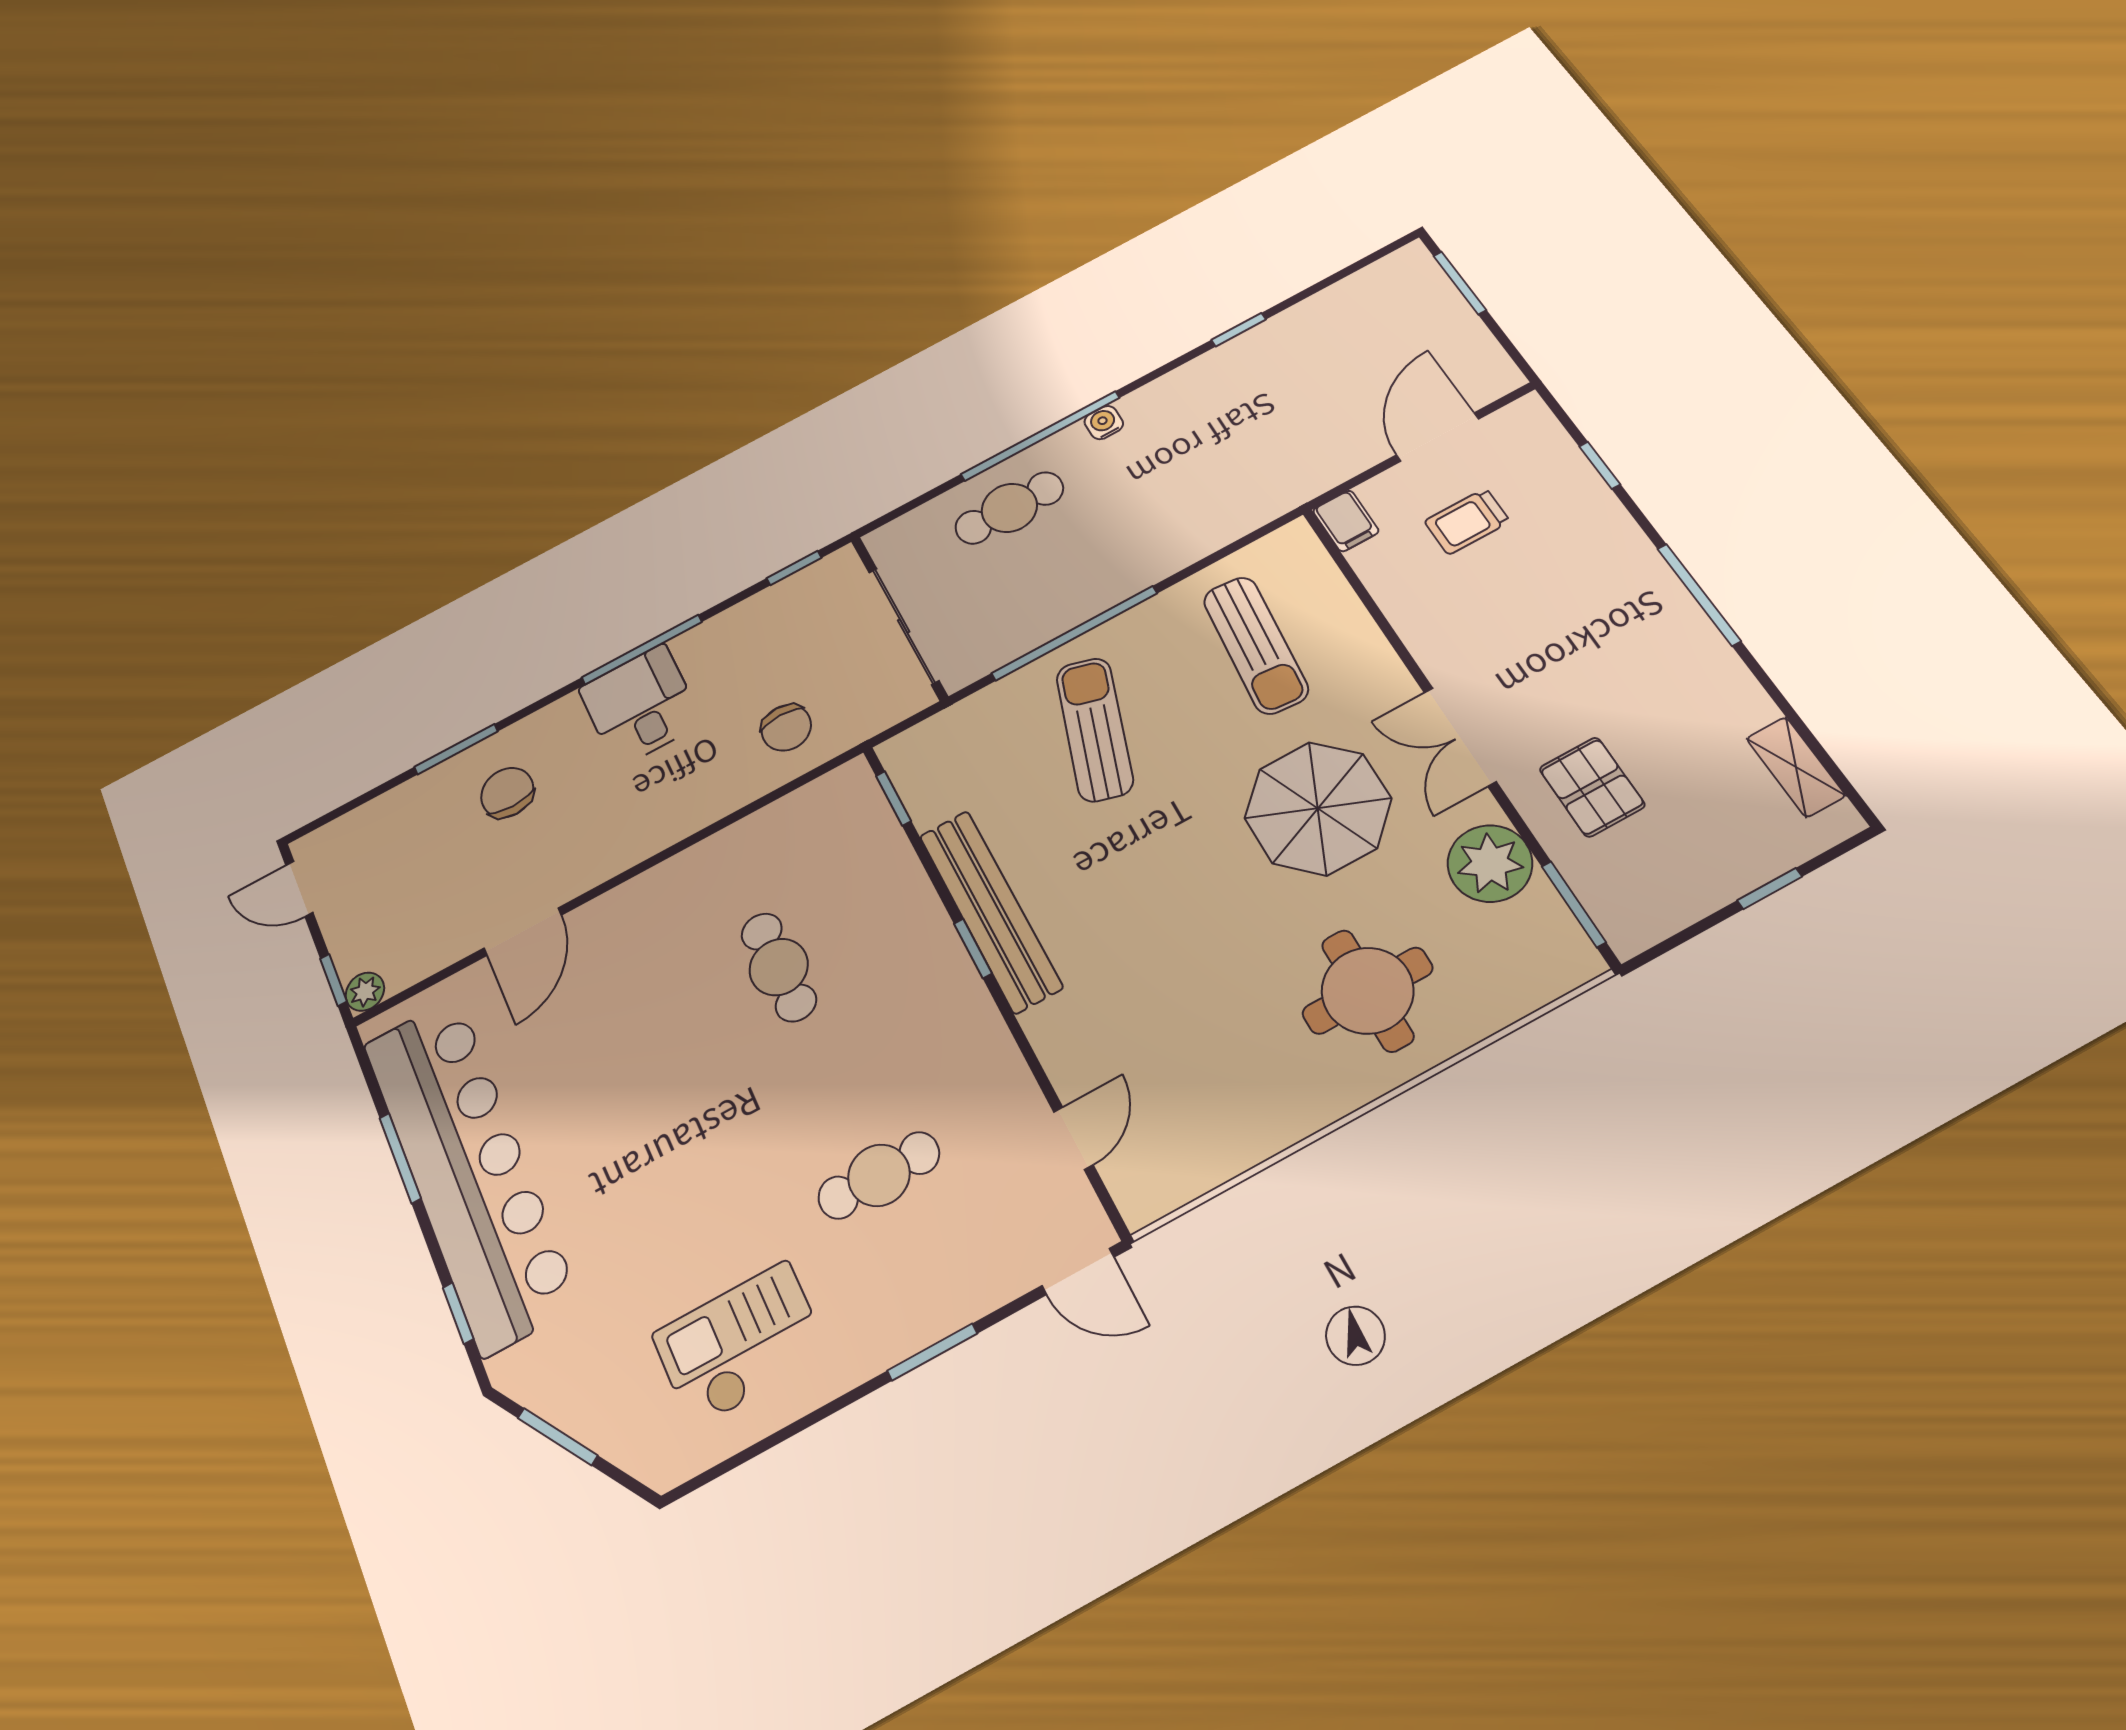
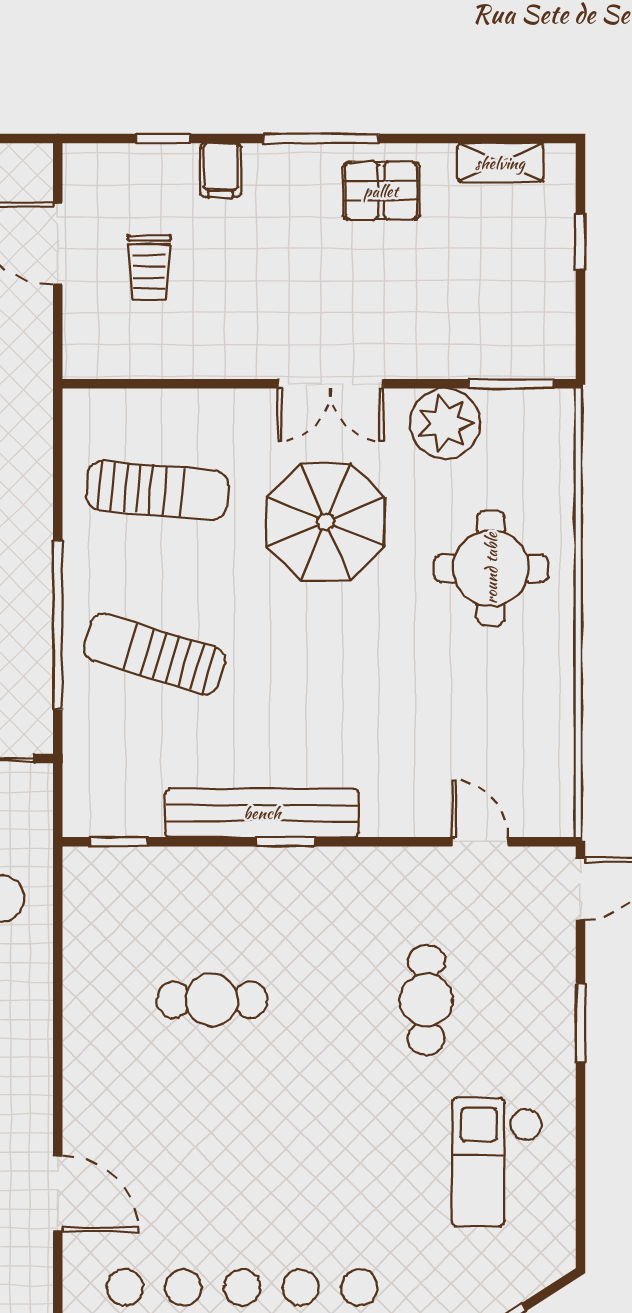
filing cabinet: (1346, 521) -> (221, 170), moved, turned 90
pallet: (1592, 787) -> (381, 191), moved

